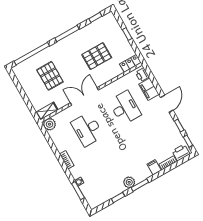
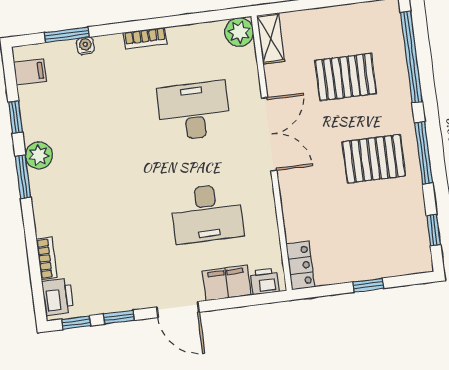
pallet: (97, 56) -> (374, 159), moved, turned 90
filing cabinet: (154, 167) -> (30, 72), moved

